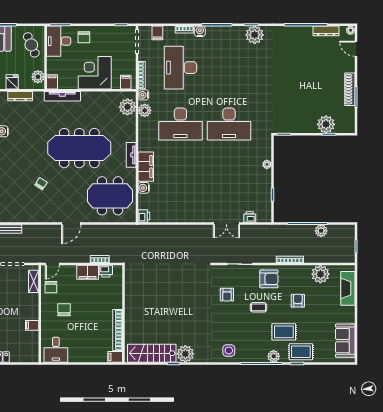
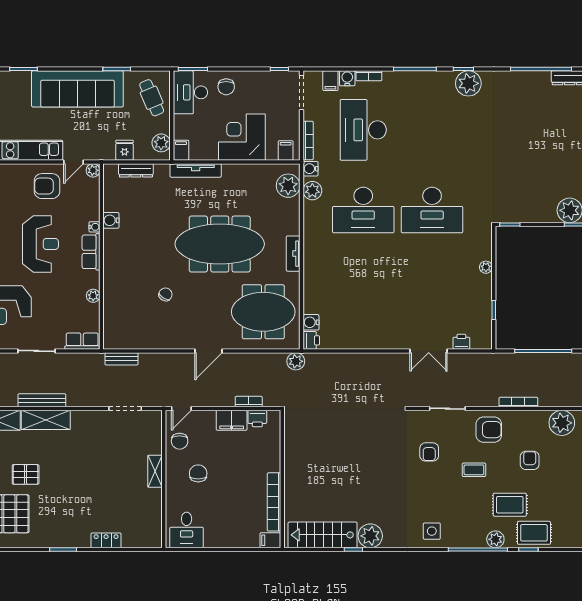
water cooler: (200, 31) -> (347, 78), moved
filing cabinet: (146, 167) -> (314, 270), removed
water cooler: (144, 188) -> (311, 322), moved
plant: (321, 231) -> (296, 361), moved
shelving: (34, 281) -> (155, 471), moved
filing cabinet: (32, 325) -> (153, 496), removed

